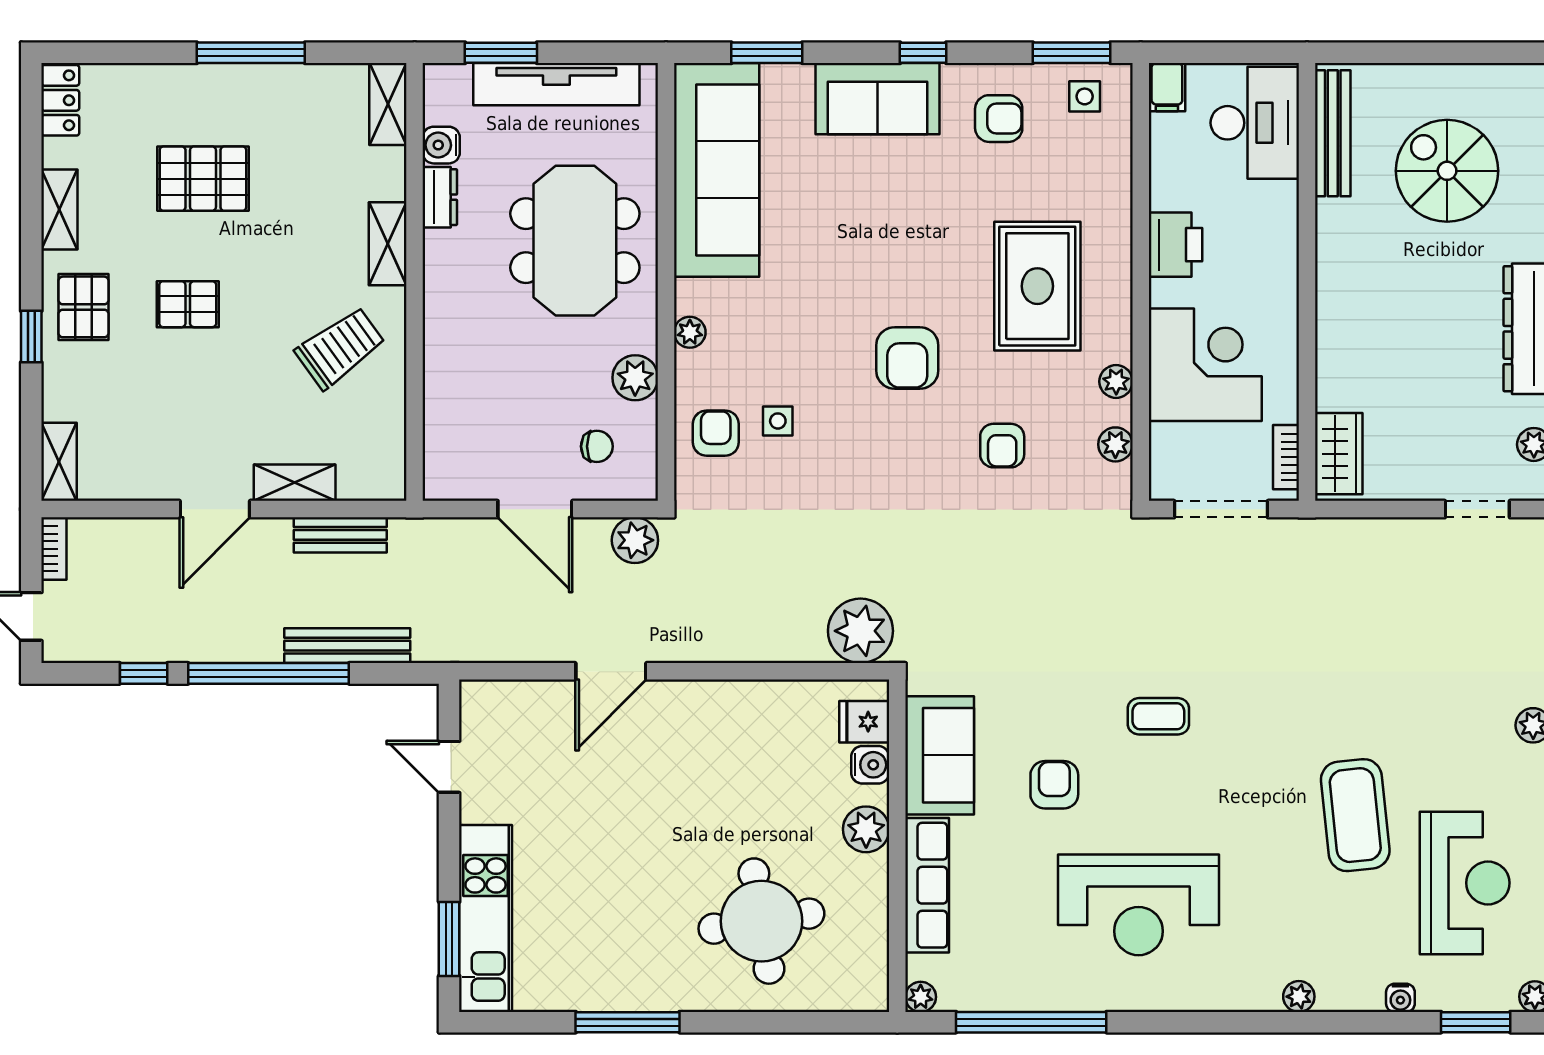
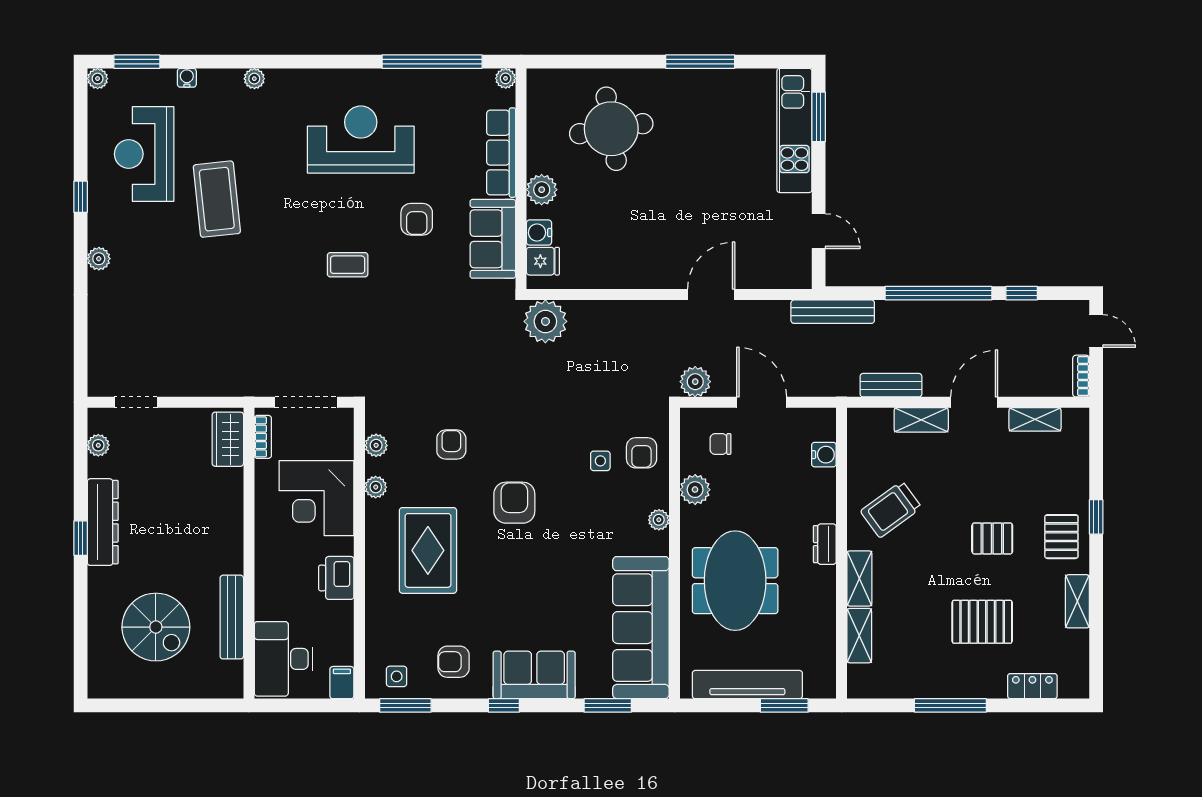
locker: (60, 100) -> (1032, 686), moved, turned 90
shelving: (388, 104) -> (859, 636), moved
bench: (1333, 133) -> (232, 617), moved
water cooler: (441, 145) -> (824, 455), moved
dresser: (440, 197) -> (825, 544), moved
shelving: (59, 462) -> (1035, 419), moved, turned 90
bench: (347, 646) -> (833, 312), moved

